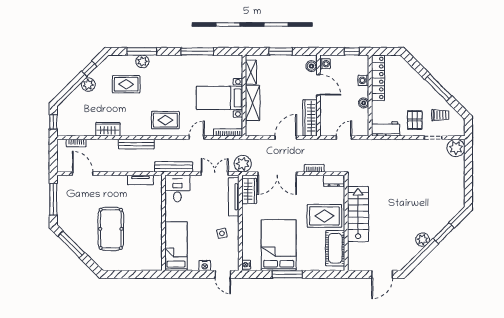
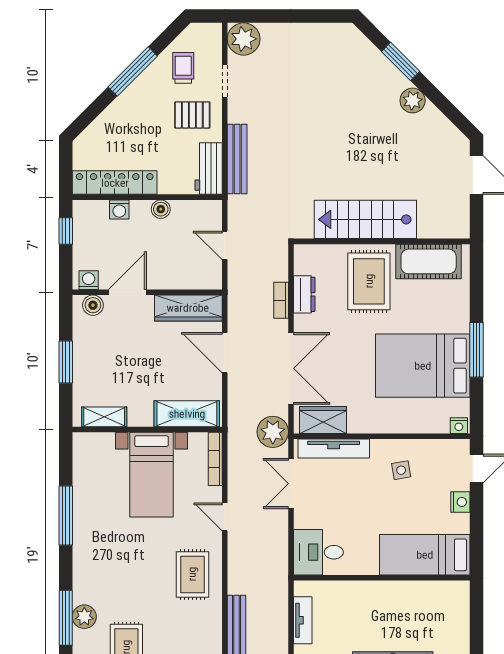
shelving: (253, 103) -> (187, 414), moved
bench: (174, 167) -> (237, 159), moved
dresser: (334, 181) -> (304, 294), moved

